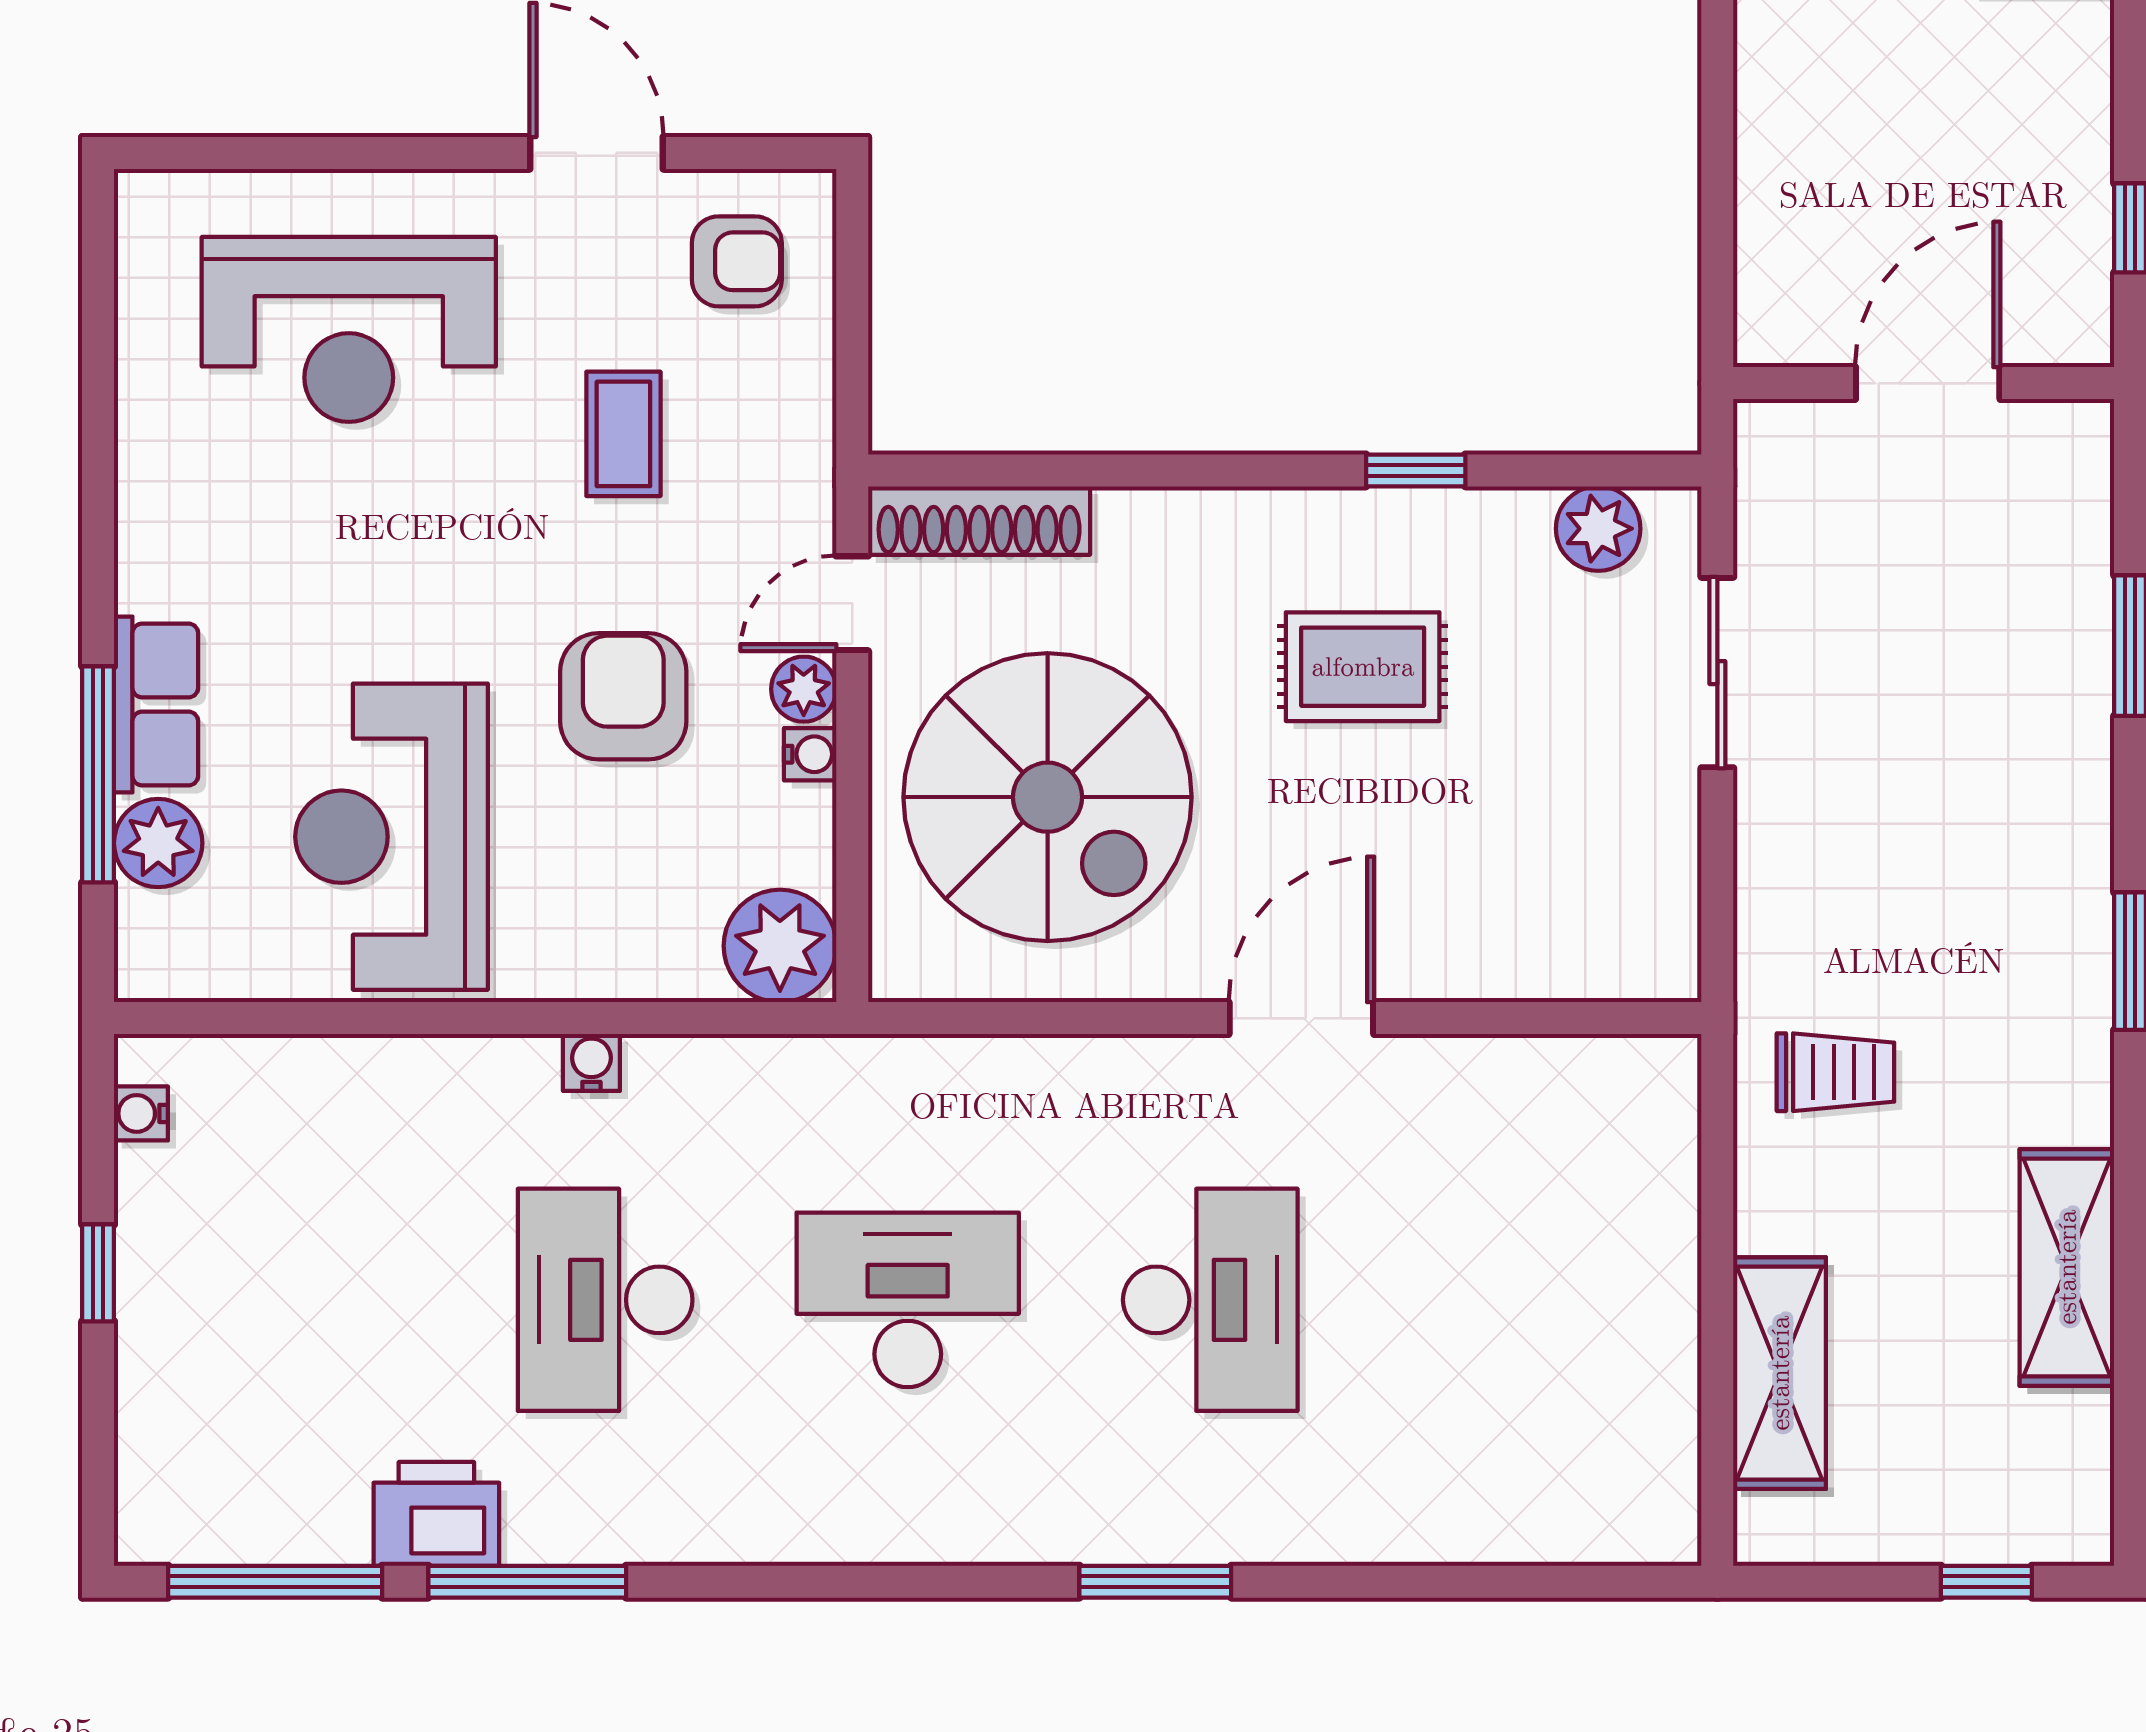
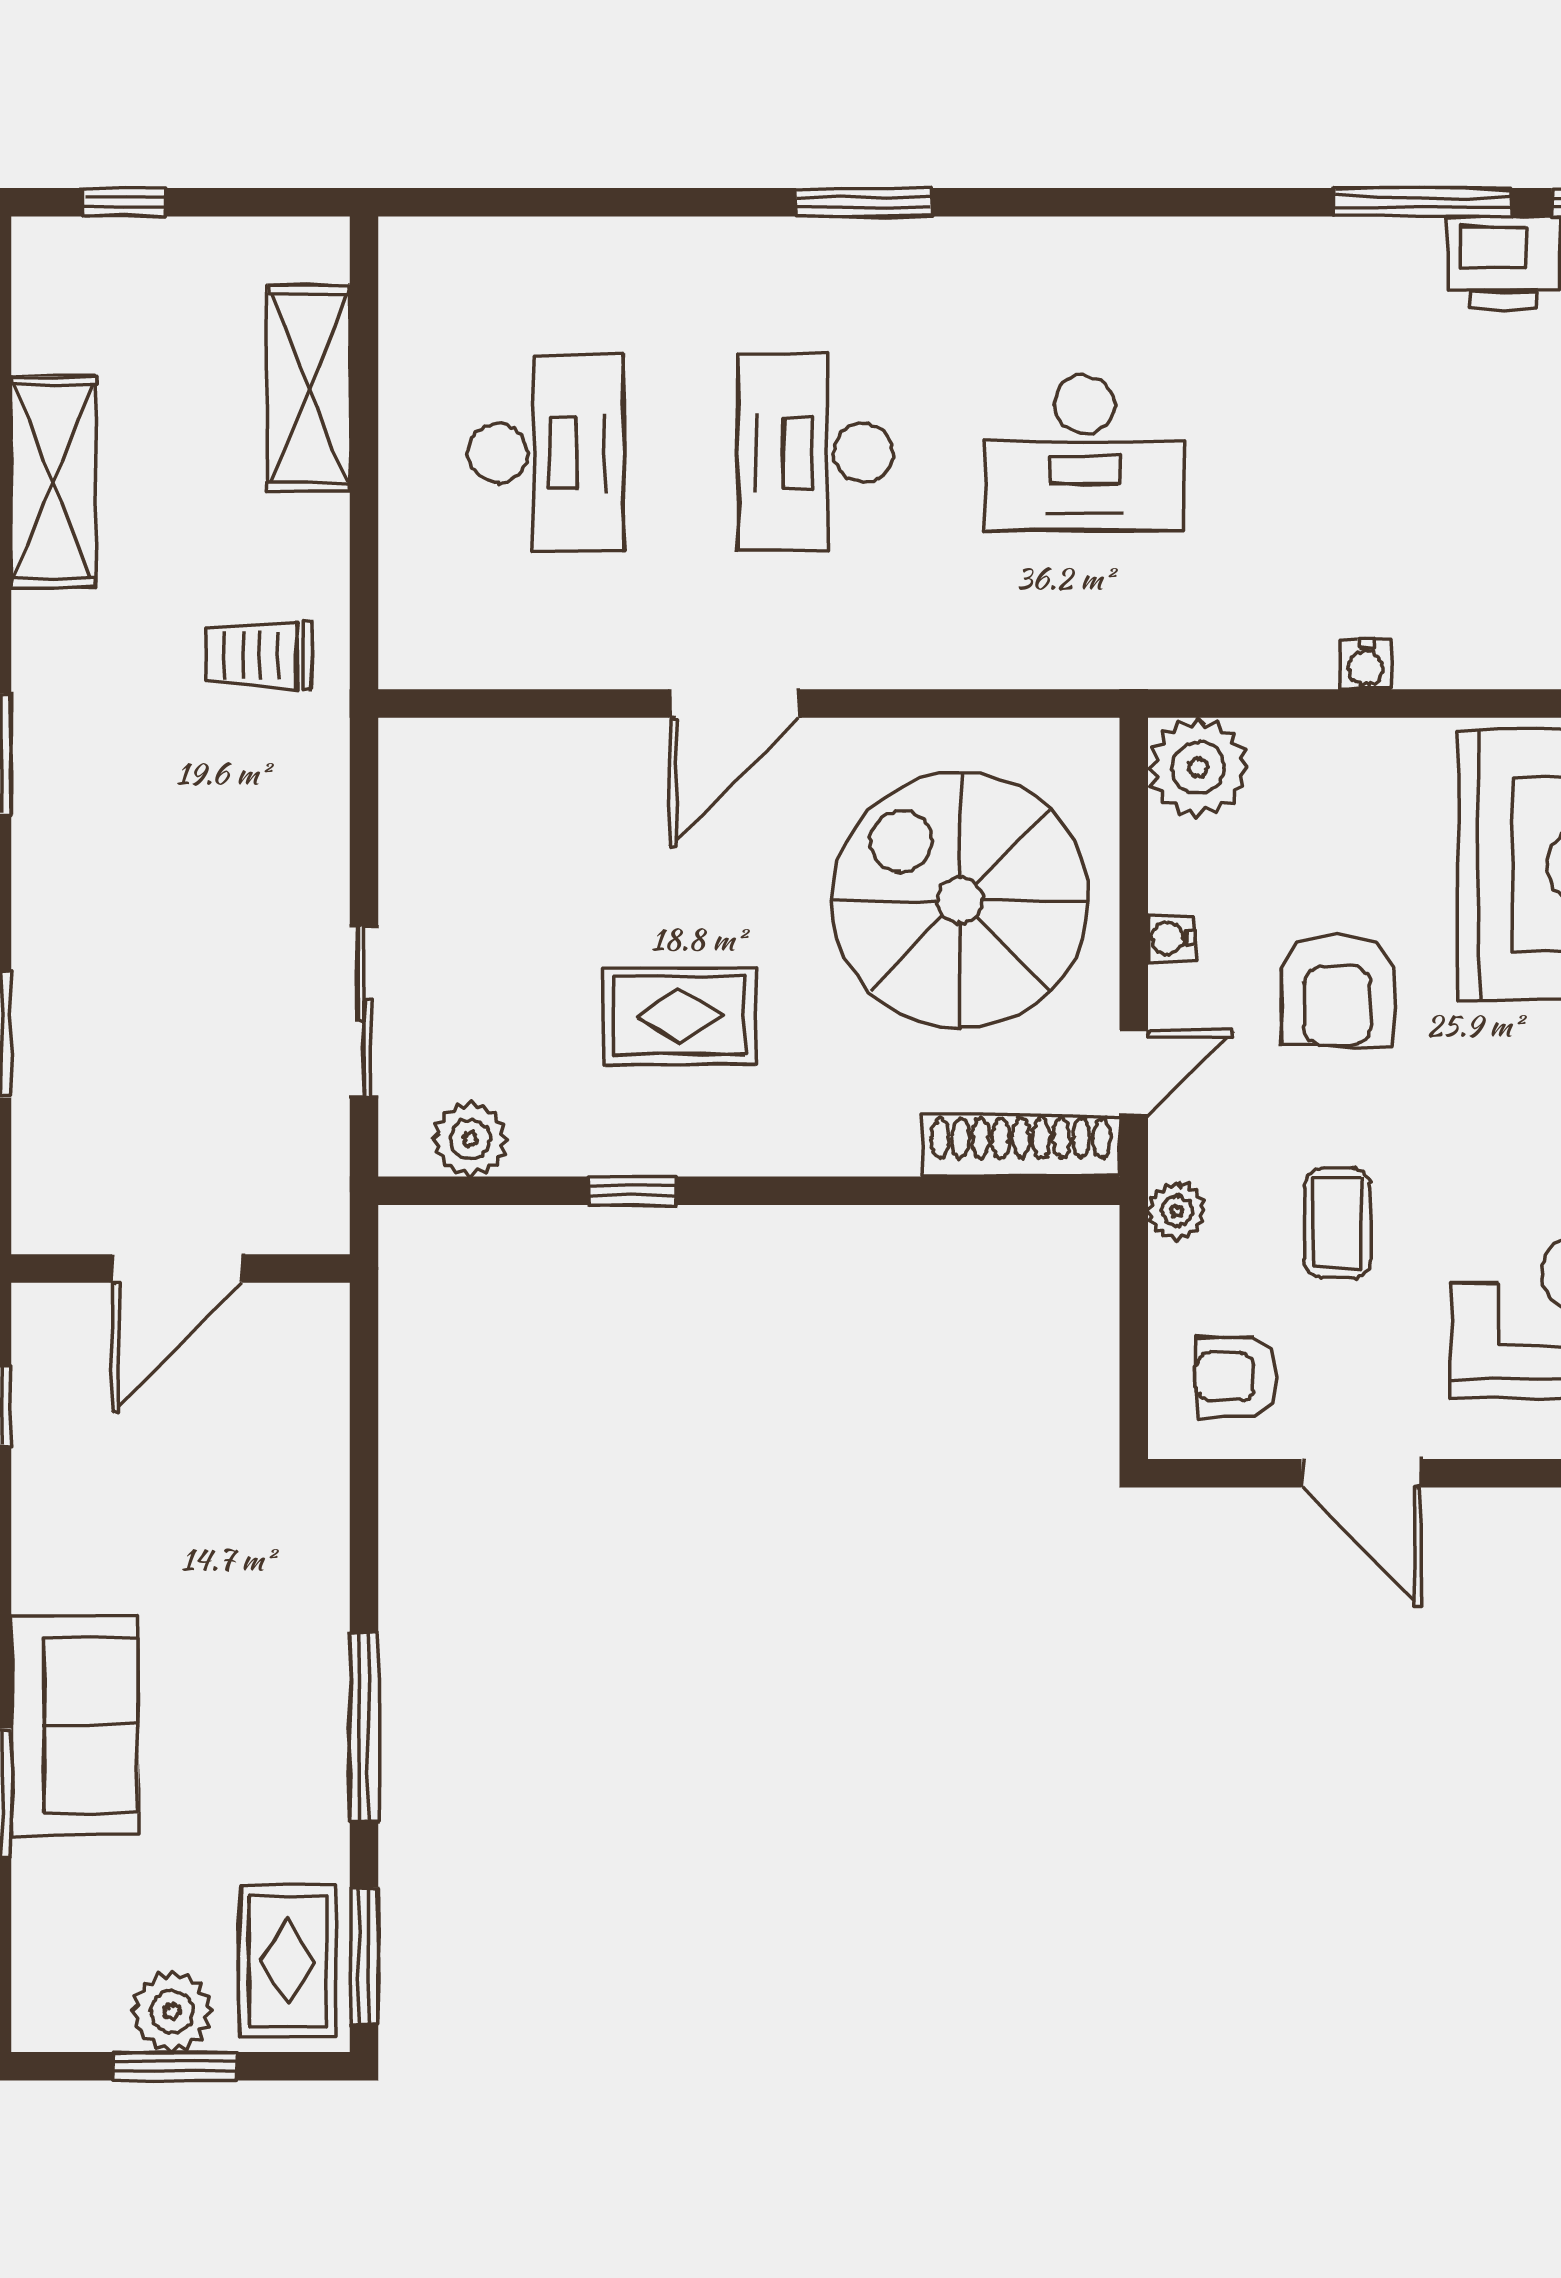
plant: (804, 689) -> (1177, 1211), moved
desk: (605, 1300) -> (546, 453), moved

